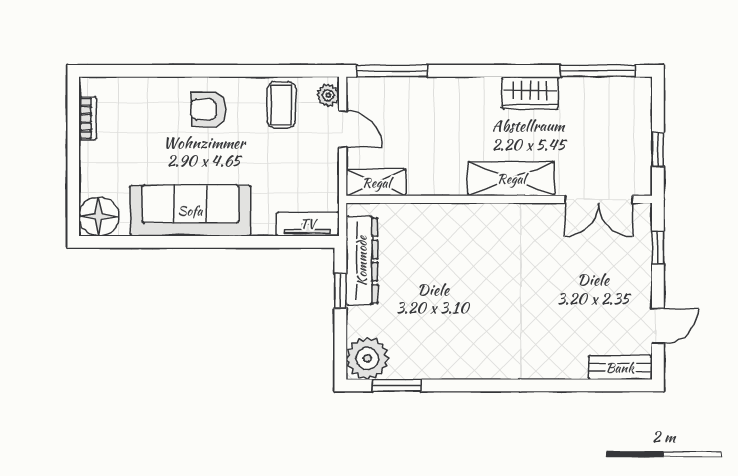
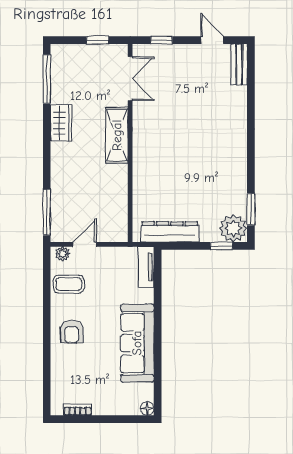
shelving: (376, 183) -> (119, 223), removed
floor lamp: (99, 216) -> (147, 409), width x0.53, depth x0.53
window: (340, 291) -> (221, 246), moved

